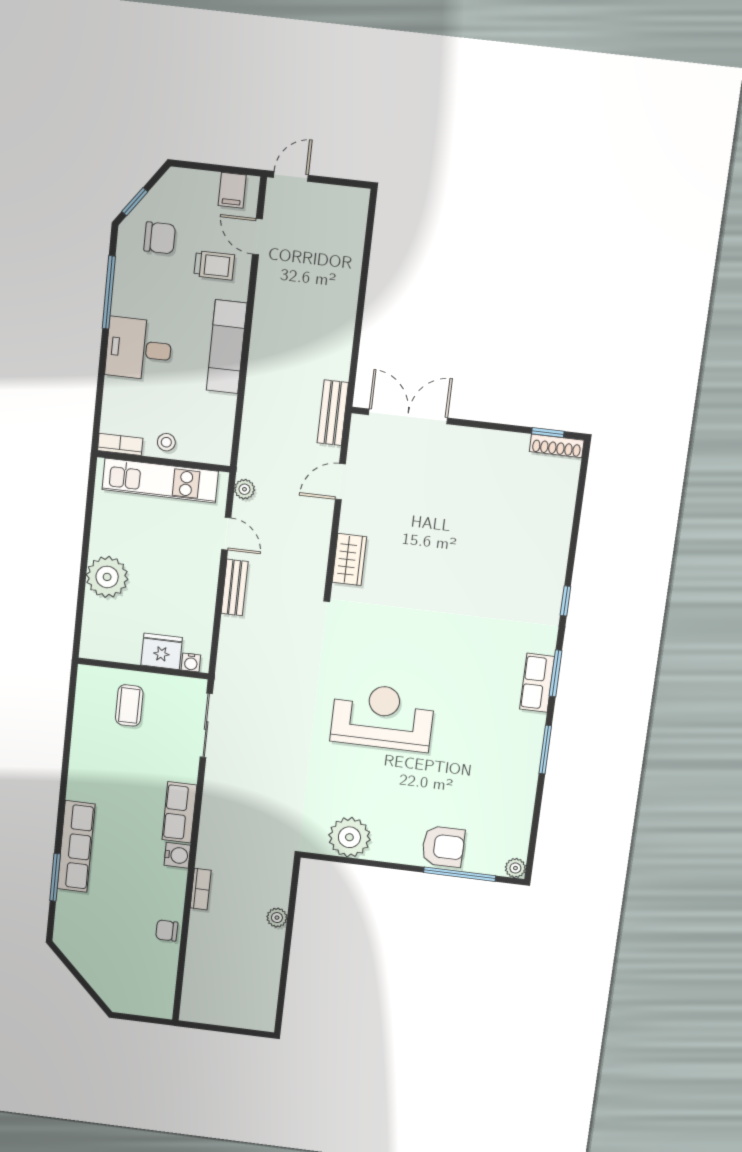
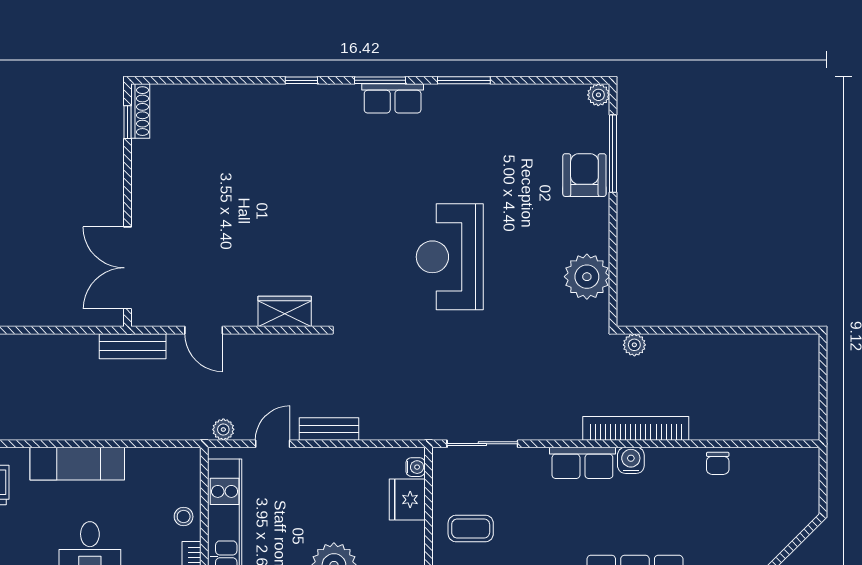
bookcase: (201, 889) -> (636, 428), width x2.31, depth x1.31
plant: (277, 918) -> (634, 345), moved

